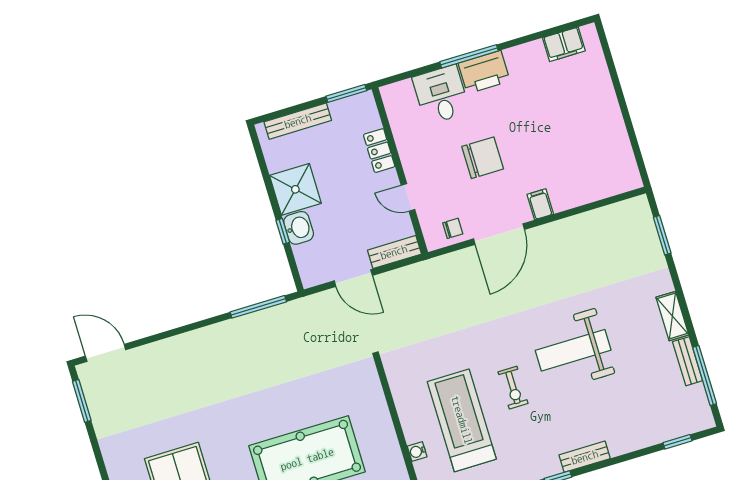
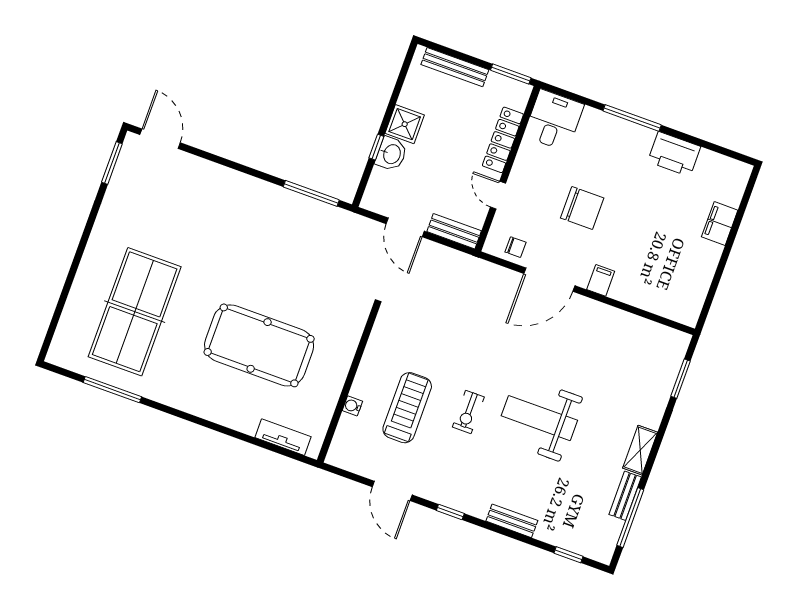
filing cabinet: (564, 44) -> (720, 224), moved, turned 90
printer: (484, 72) -> (674, 154), moved
desk: (441, 95) -> (554, 120), moved
locker: (379, 151) -> (503, 140), width x1.53
shower: (295, 189) -> (405, 124), width x0.73, depth x0.73
treadmill: (462, 420) -> (407, 408), width x0.73, depth x0.73
bench: (585, 457) -> (512, 521), moved

